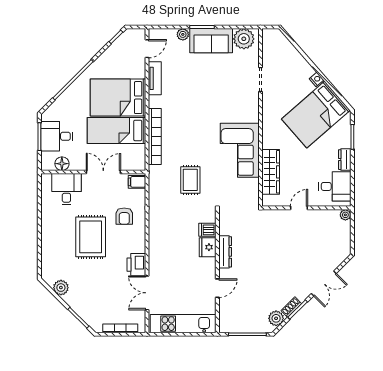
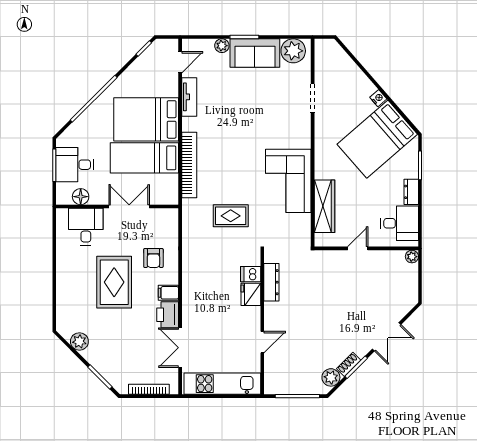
rug: (190, 180) -> (231, 216), turned 90
filing cabinet: (137, 182) -> (168, 293), moved
dresser: (225, 252) -> (271, 282), moved

